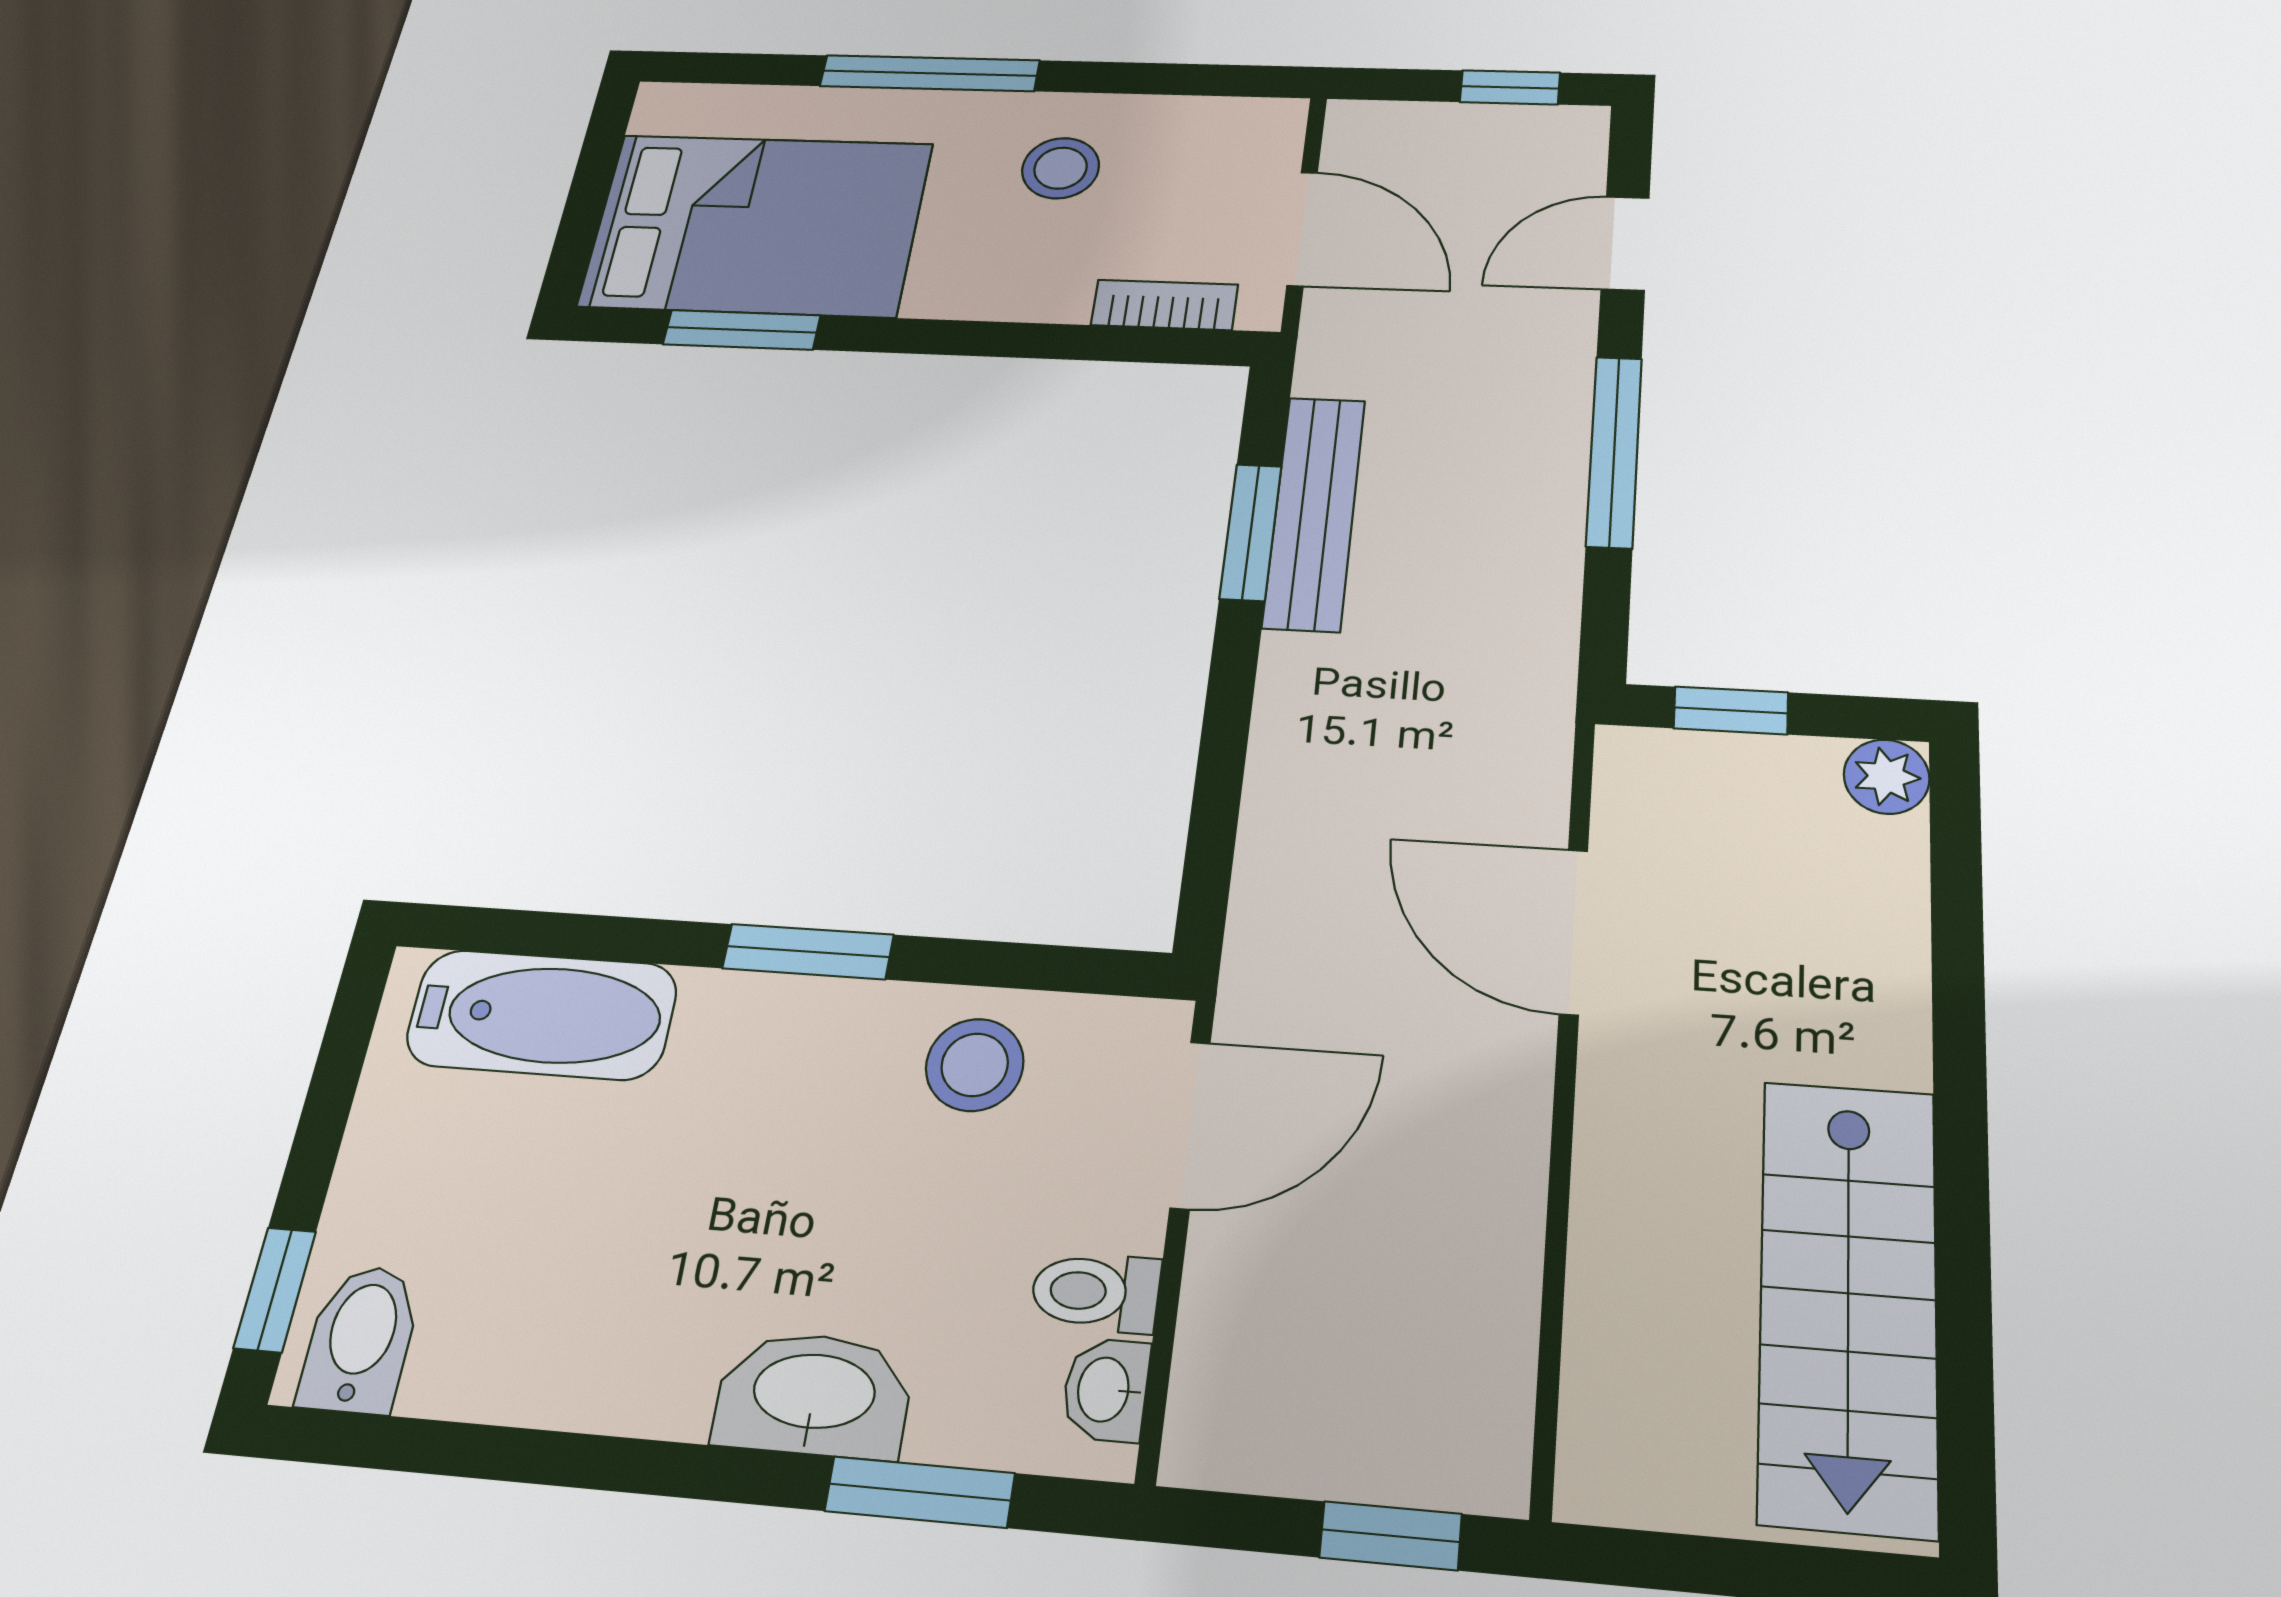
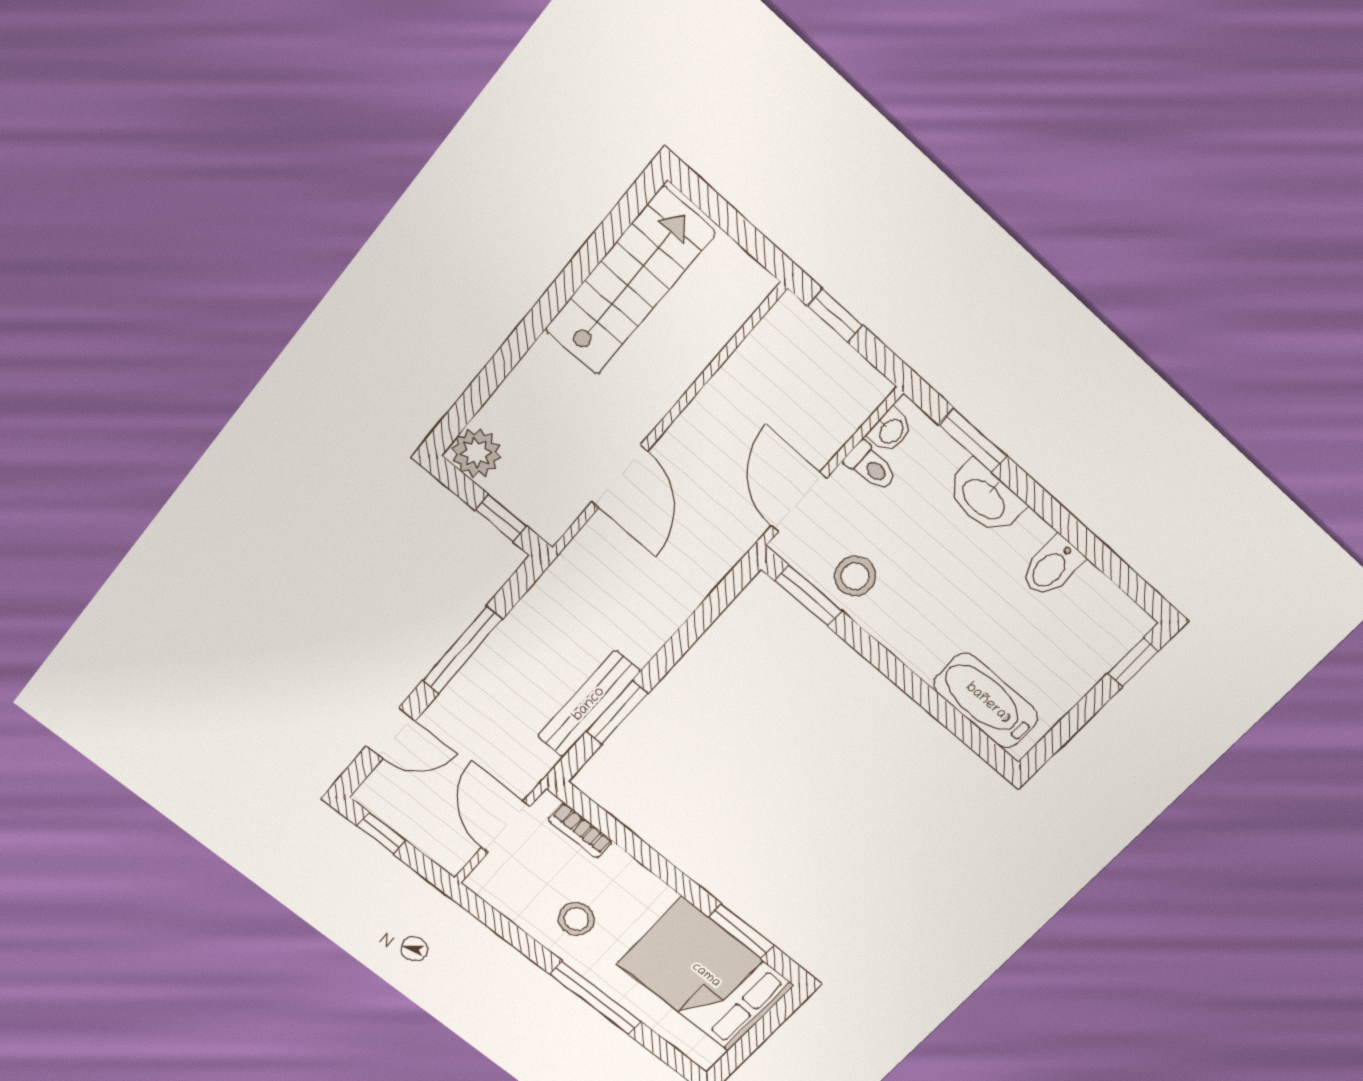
plant: (1887, 777) -> (476, 453), width x1.38, depth x1.38
window: (808, 952) -> (808, 596), moved
door: (1190, 1125) -> (799, 502), hinge flipped
bidet: (361, 1339) -> (1052, 567), moved

